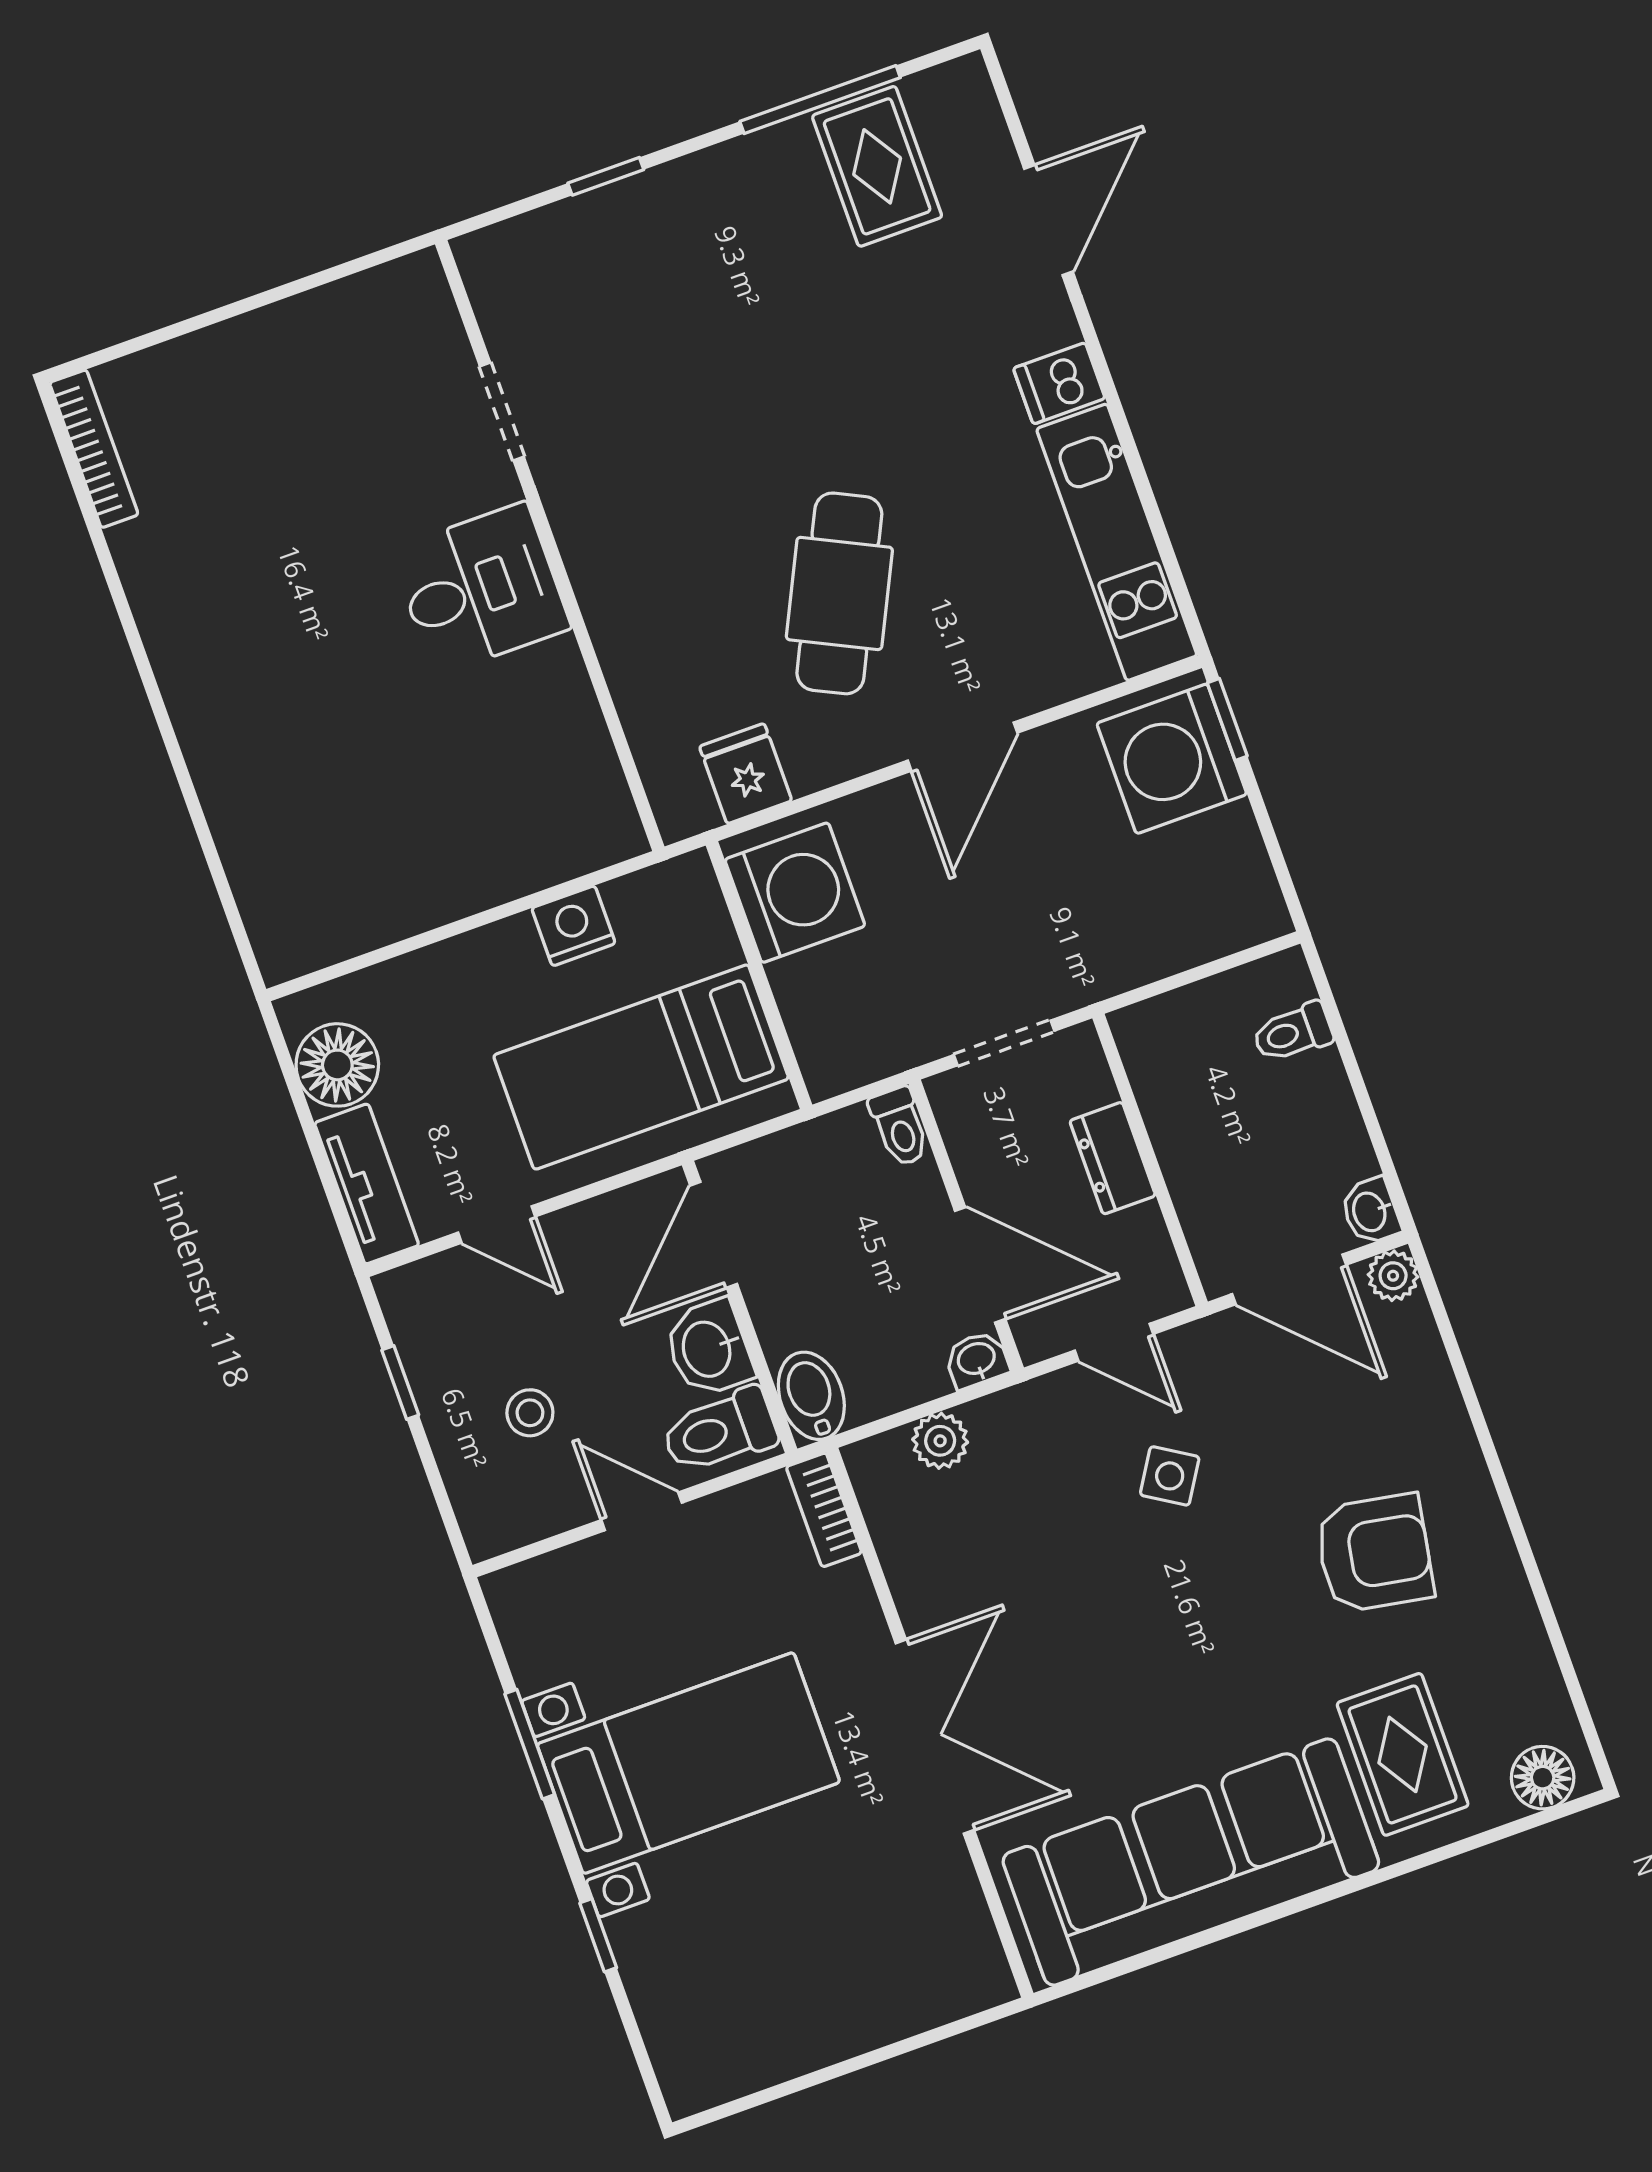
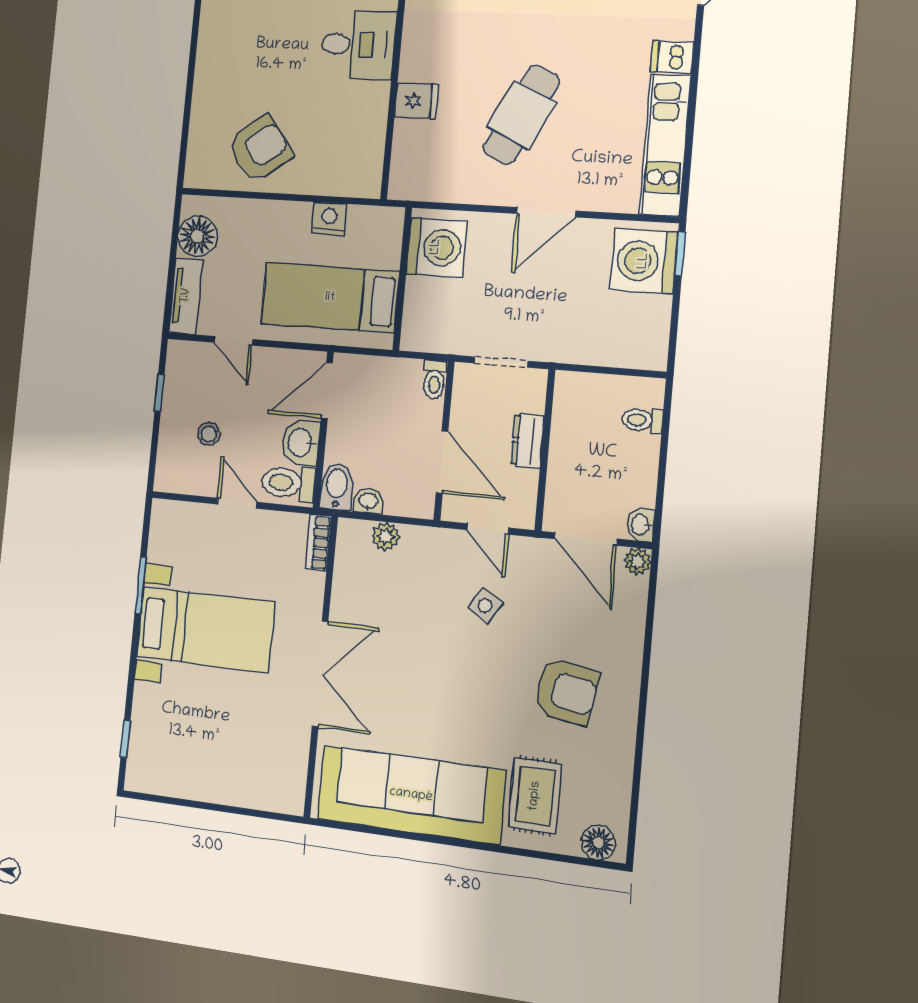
fridge: (746, 774) -> (416, 101), moved, turned 90
armchair: (382, 855) -> (260, 149), added
washbasin: (977, 1360) -> (368, 501), moved
window: (598, 1935) -> (125, 739), moved

